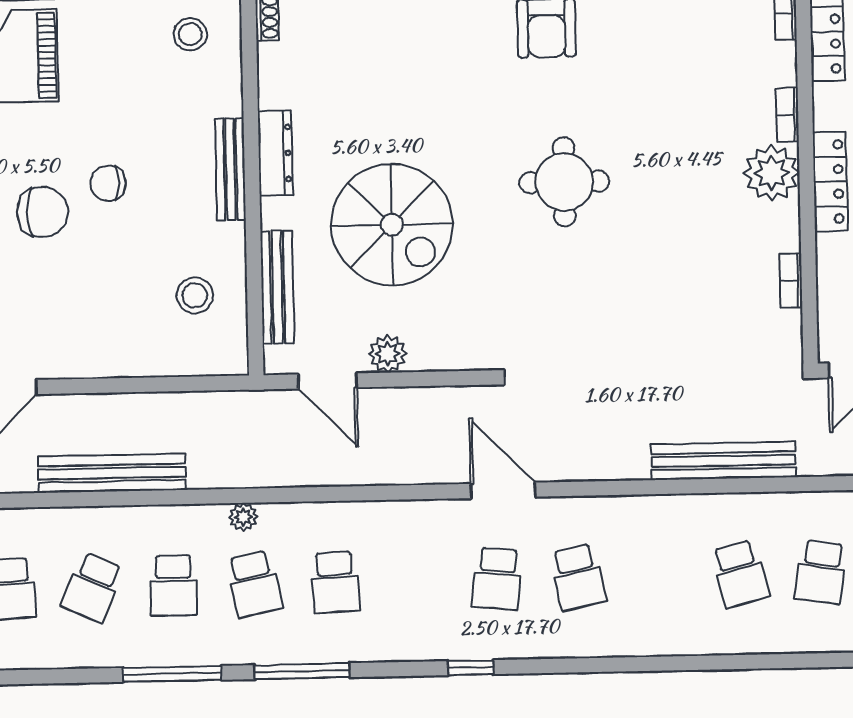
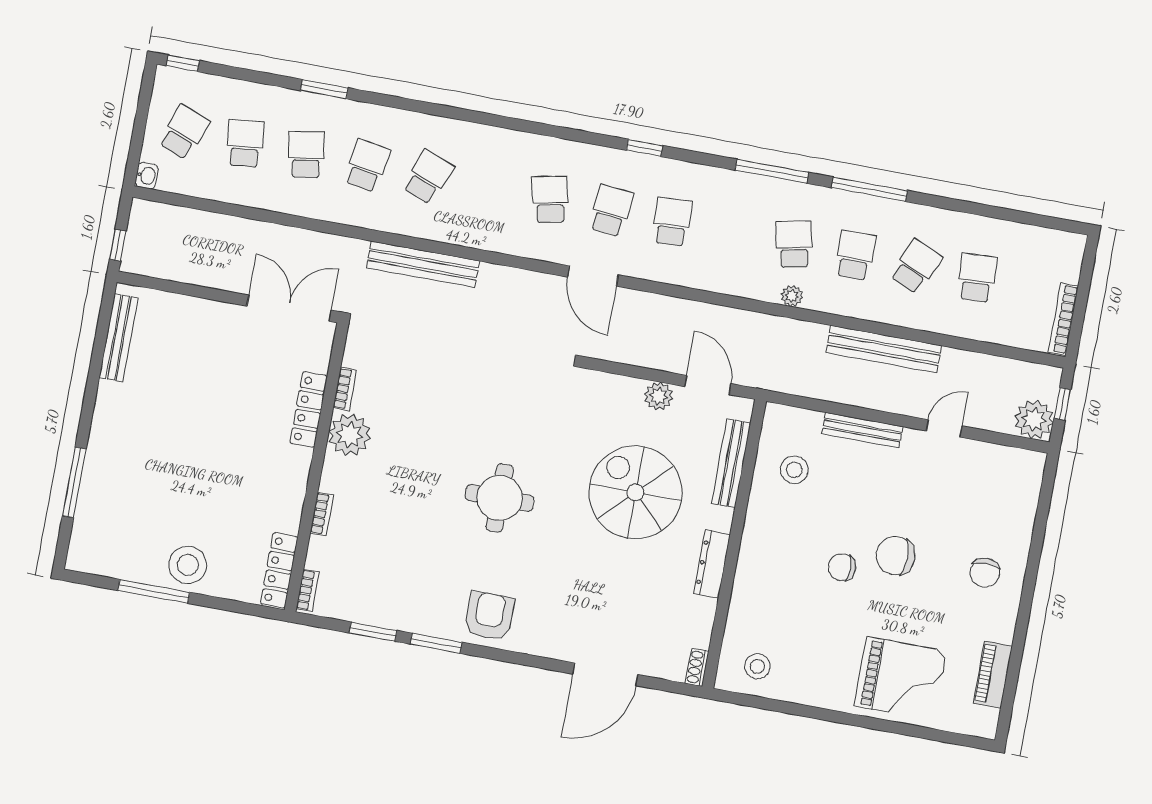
bench: (230, 169) -> (862, 430), moved, turned 90
plant: (772, 173) -> (349, 435), moved
locker: (830, 182) -> (309, 410), moved
chair: (108, 183) -> (842, 567), turned 180
school desk: (740, 574) -> (428, 177), turned 36
school desk: (335, 582) -> (672, 222), moved

